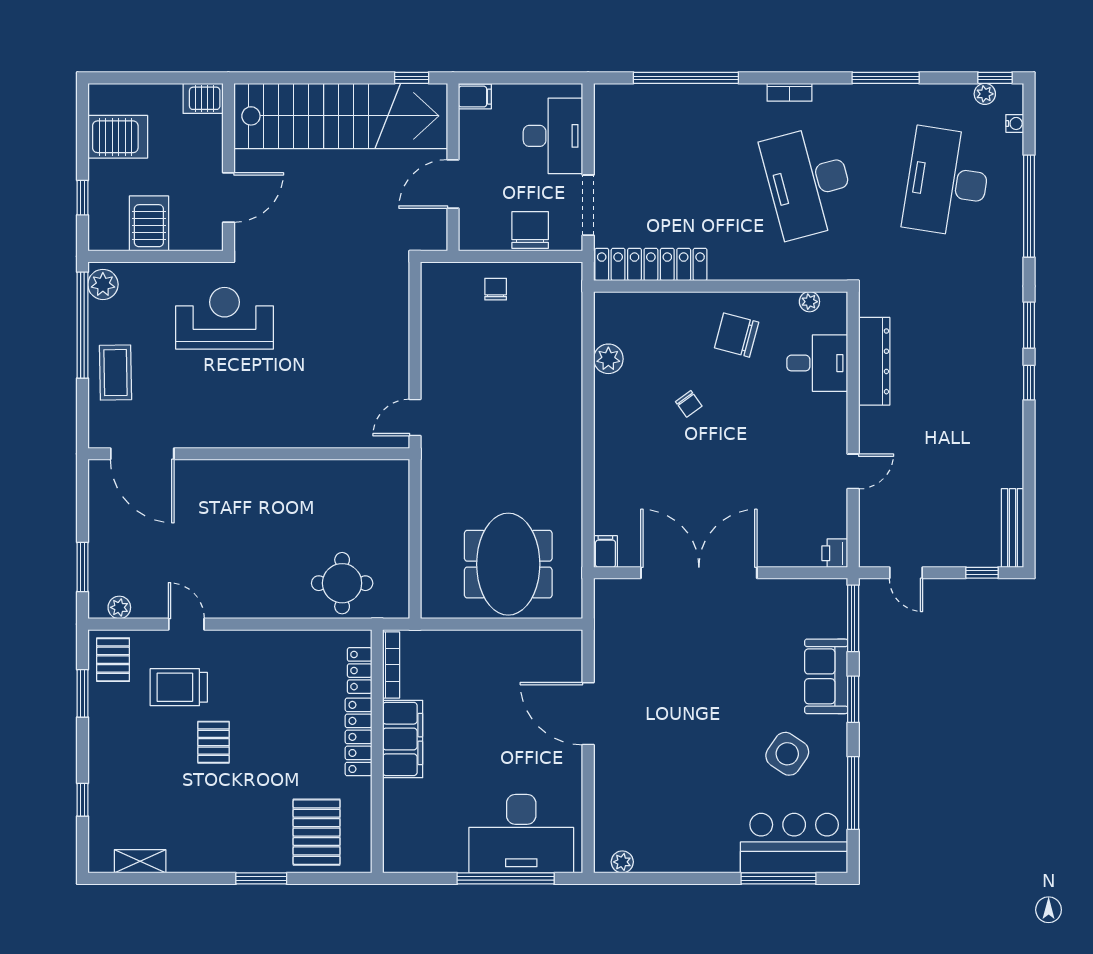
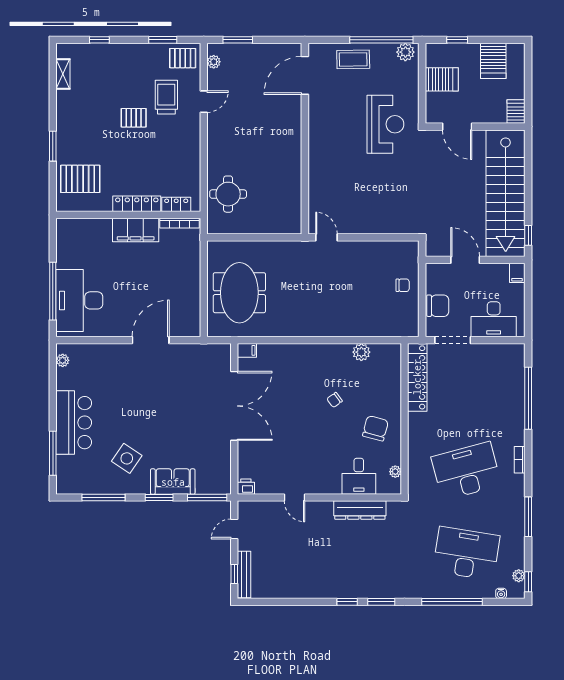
bench: (1012, 528) -> (244, 574), moved, turned 90
meeting table: (508, 564) -> (239, 293), turned 90
bar counter: (794, 843) -> (74, 423), moved

